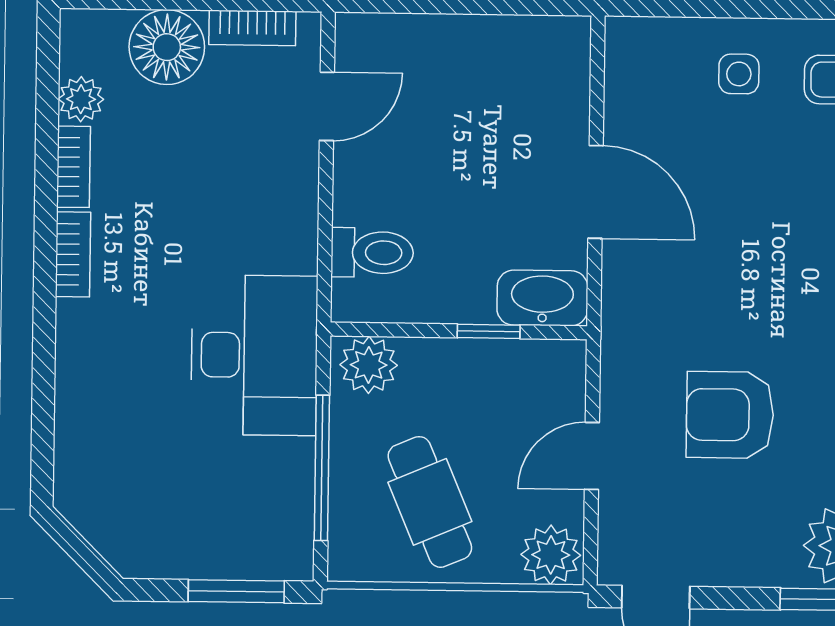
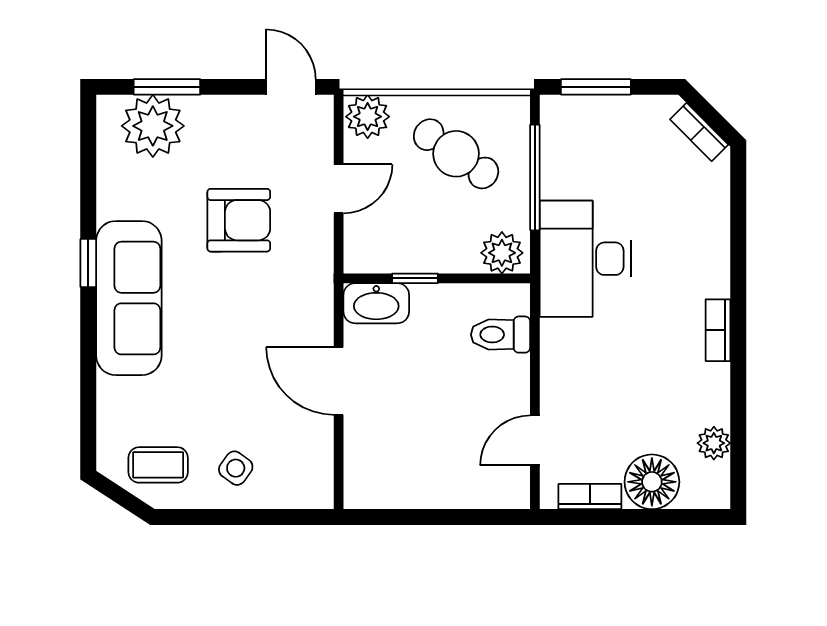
side table: (739, 74) -> (236, 468), turned 36
bookcase: (74, 167) -> (699, 132), moved, turned -45
cafe table: (430, 502) -> (456, 154), turned -32

